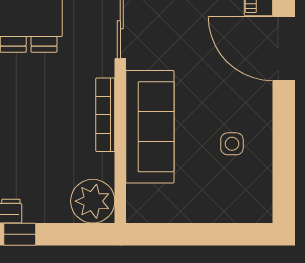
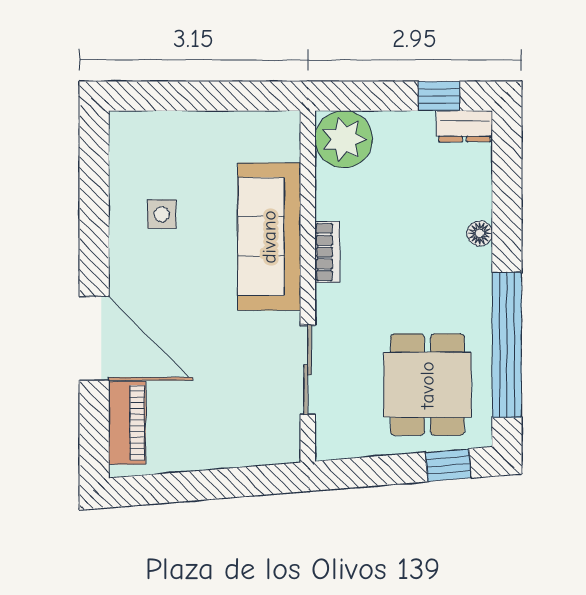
bookcase: (105, 115) -> (327, 252), width x0.64

